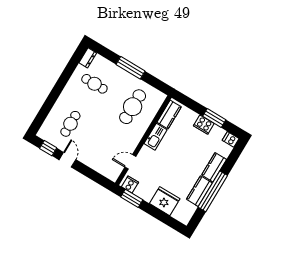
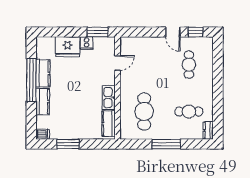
cooker: (204, 125) -> (74, 133), removed
cooker: (130, 184) -> (87, 43), moved

